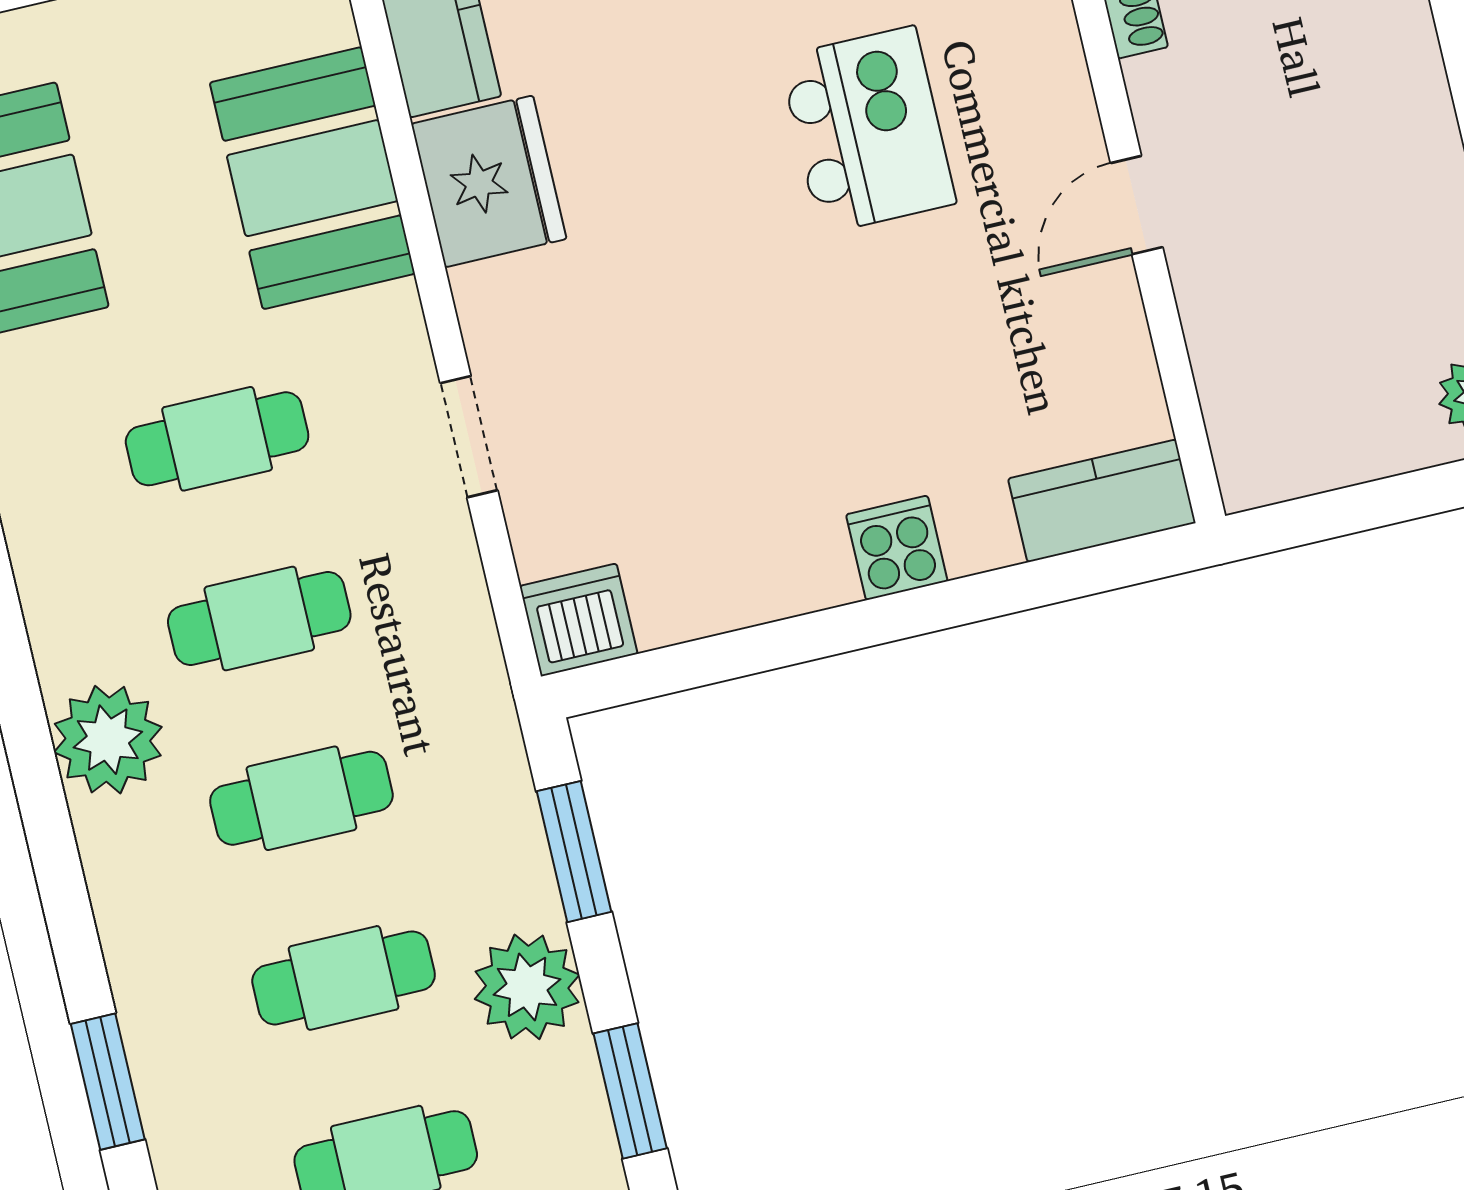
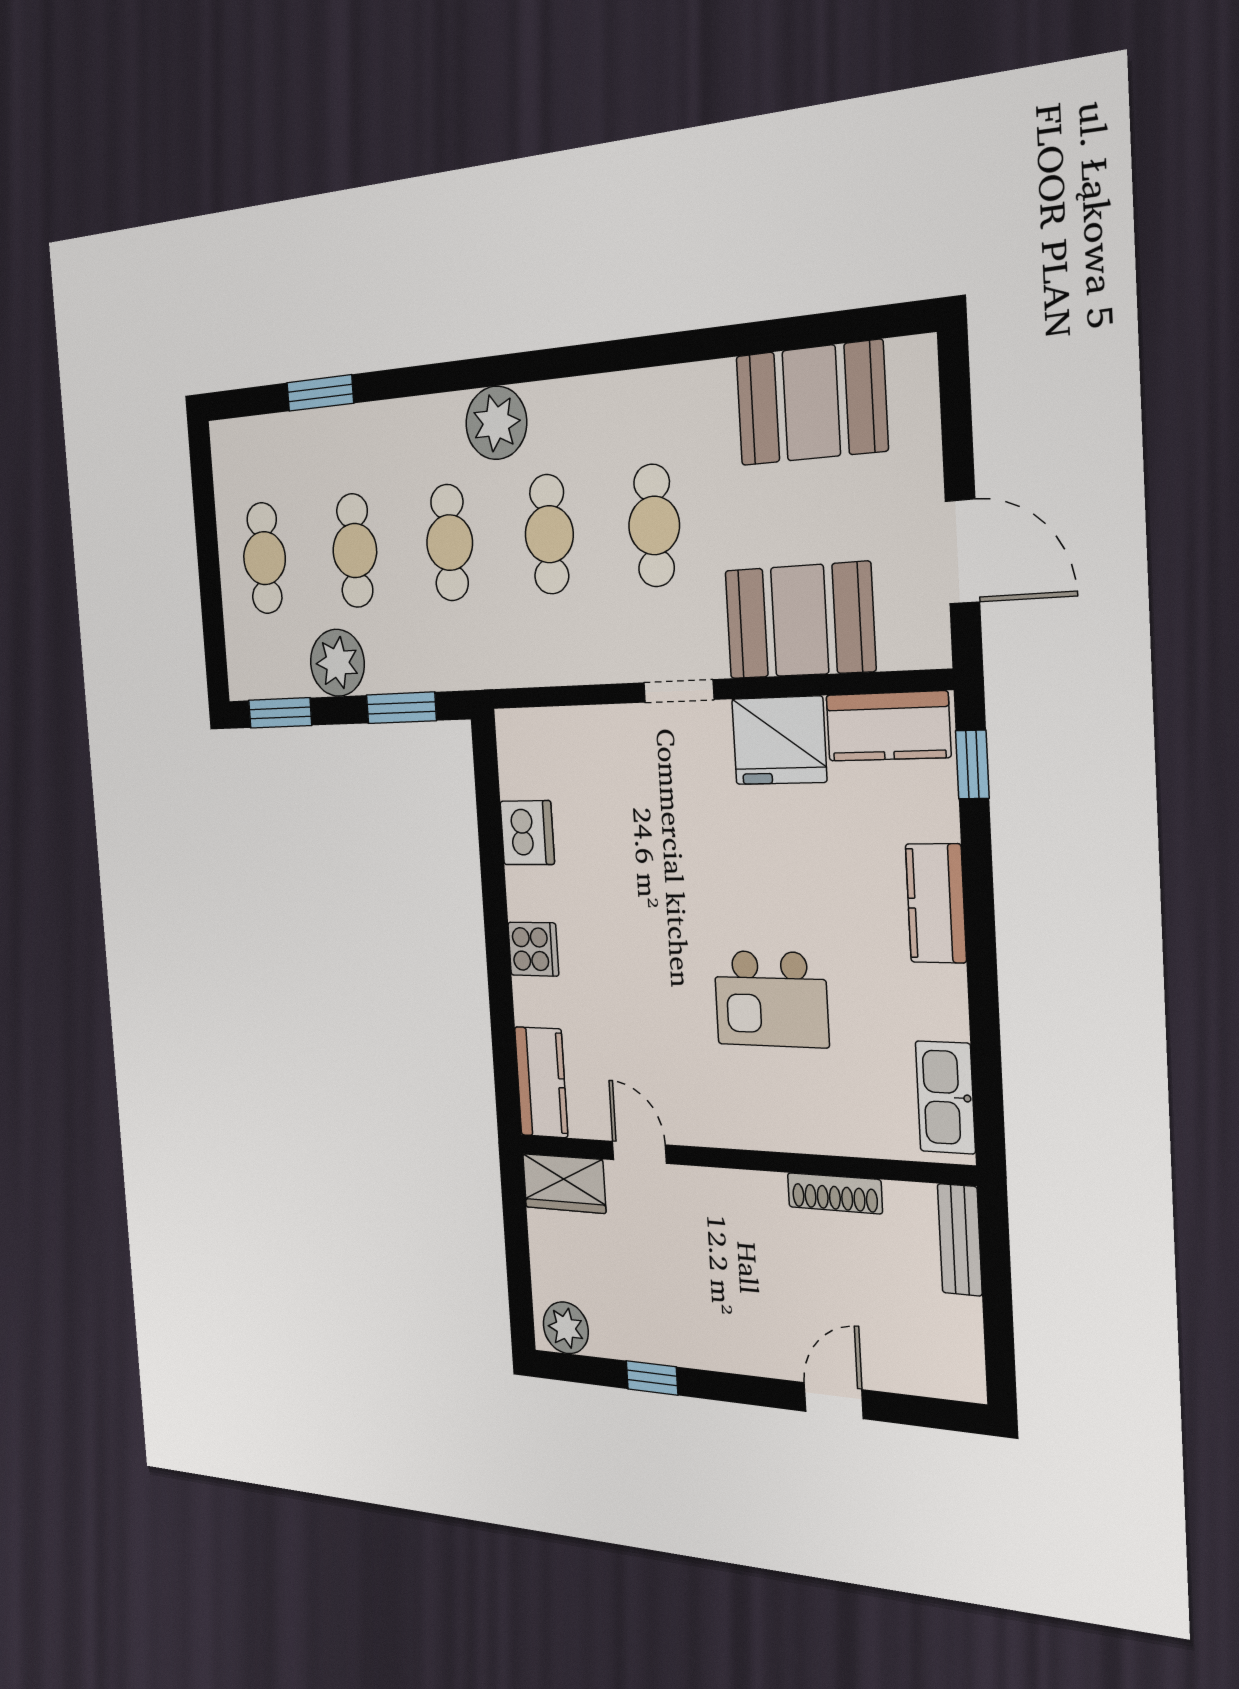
door: (1137, 205) -> (639, 1152), moved
wardrobe: (1250, 434) -> (564, 1183), added
doorway: (469, 437) -> (679, 691), moved
dishwasher: (579, 620) -> (527, 833), moved

